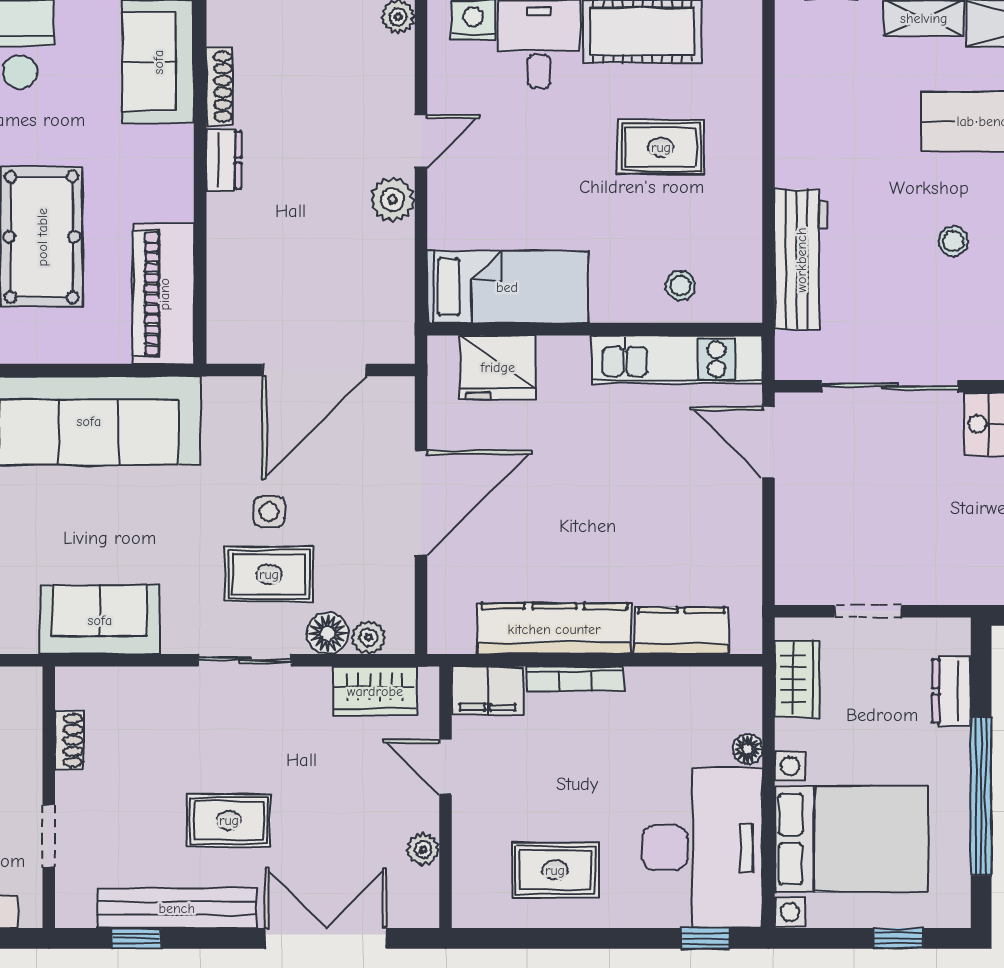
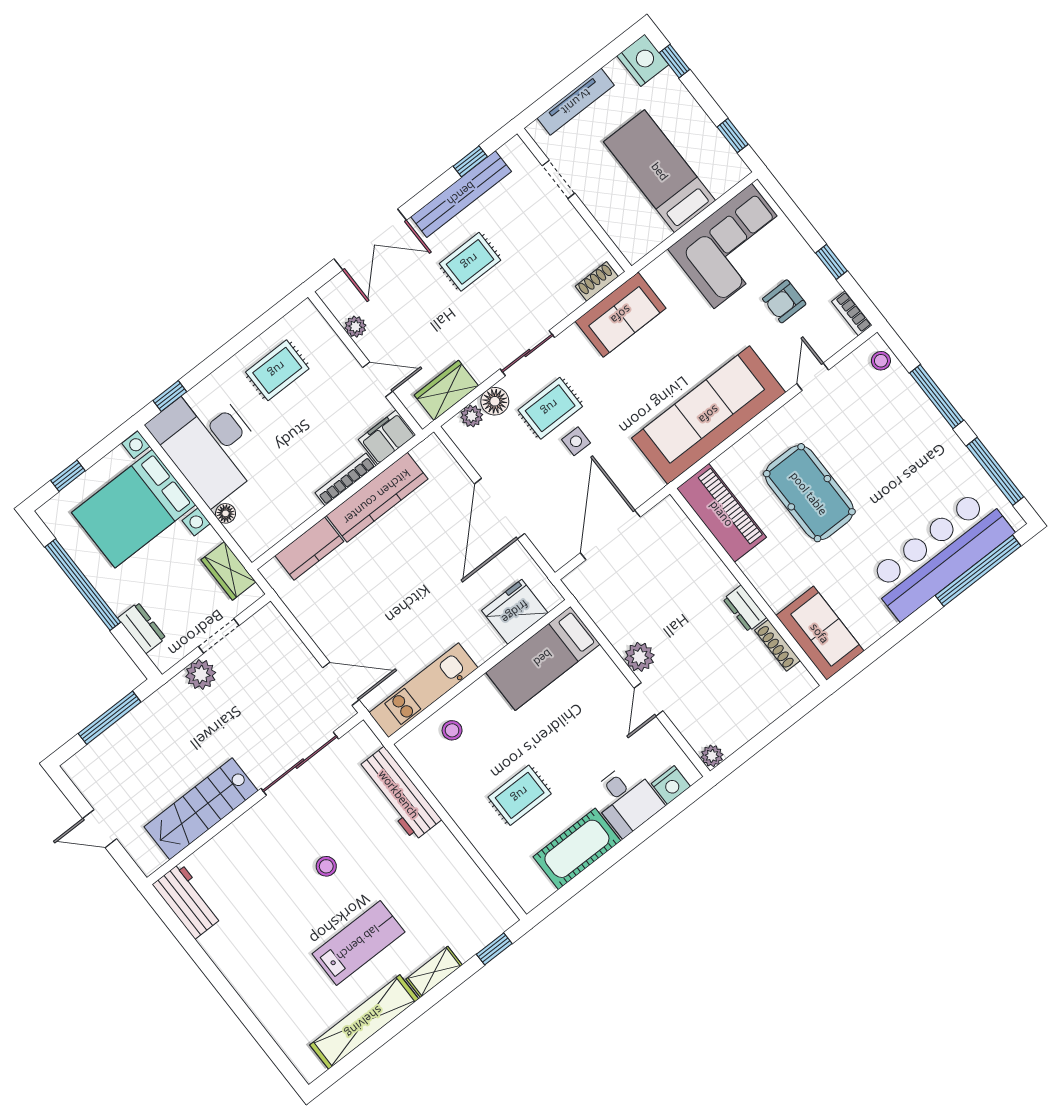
plant: (925, 582) -> (201, 675), added
shoe rack: (69, 740) -> (597, 281), moved, turned 90

